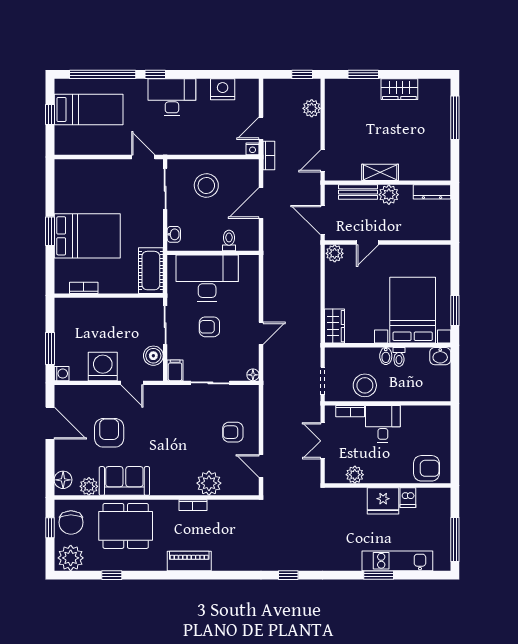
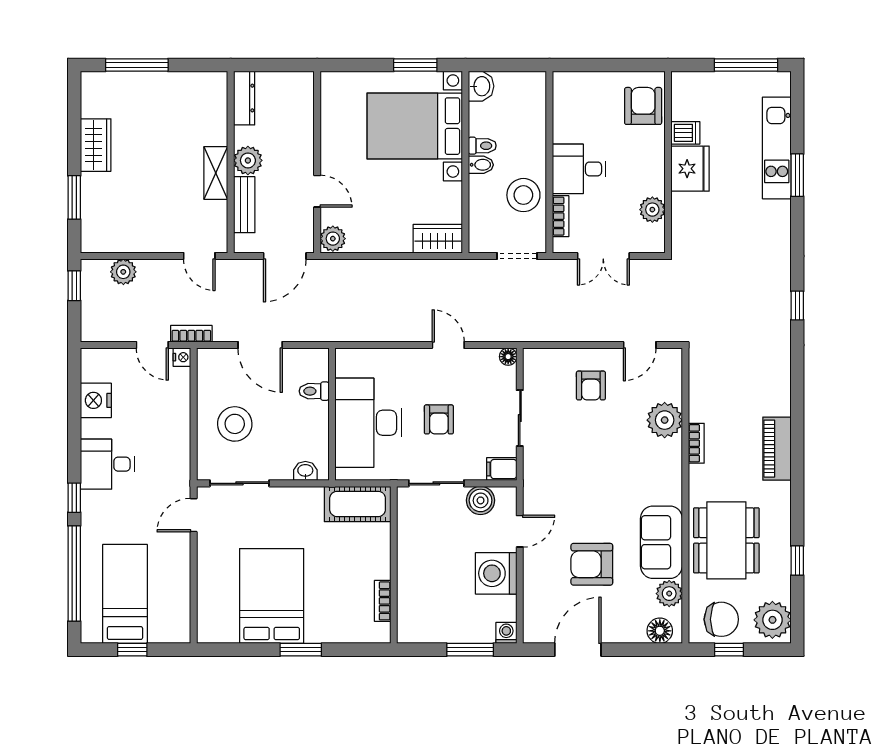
desk: (172, 97) -> (107, 464), width x0.73
bed: (87, 236) -> (272, 596), moved

